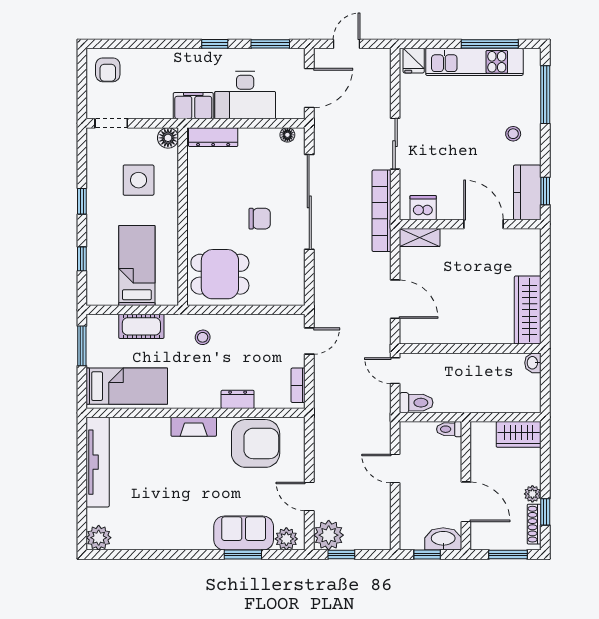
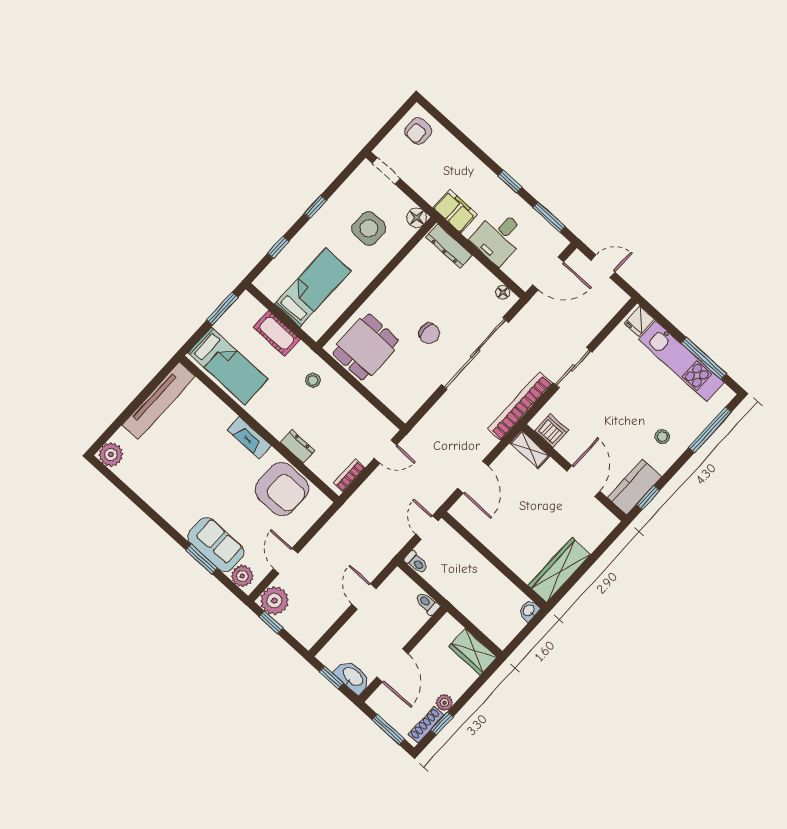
desk: (245, 95) -> (498, 237), width x0.73
dining table: (220, 274) -> (366, 347), turned 90
toilet: (416, 403) -> (416, 563), width x0.73, depth x0.72

